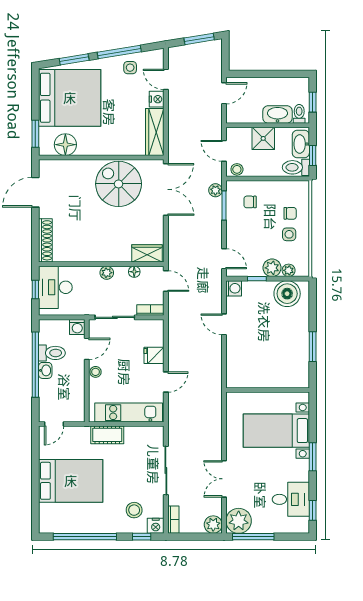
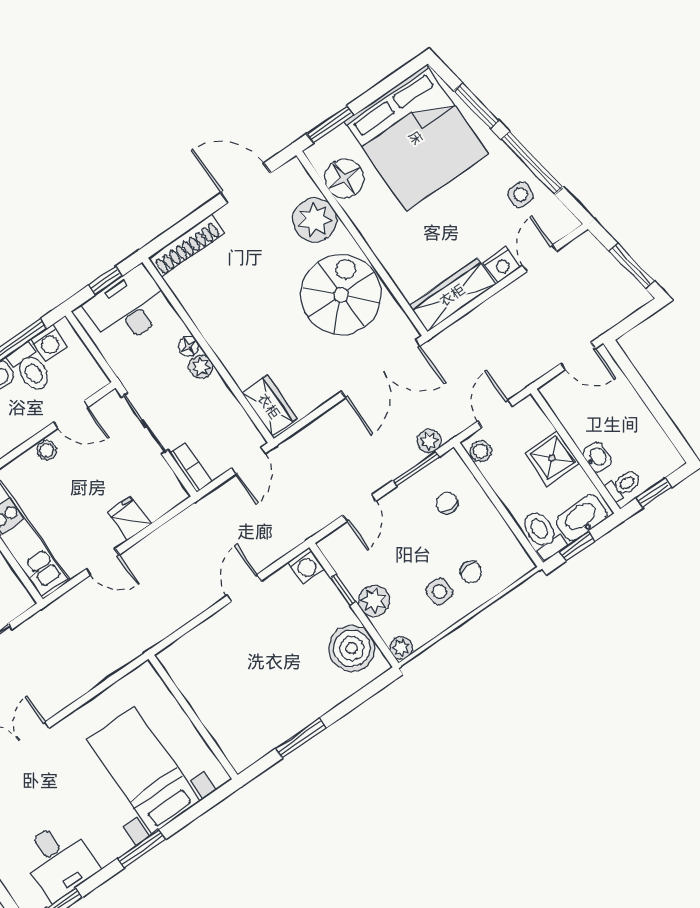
washbasin: (278, 114) -> (597, 457), width x0.52, depth x0.69
plant: (75, 172) -> (315, 220), added
door: (224, 259) -> (359, 508), moved
plant: (289, 270) -> (401, 648), moved
floor lamp: (134, 272) -> (189, 346), moved
washing machine: (77, 327) -> (49, 343), moved, turned -90

